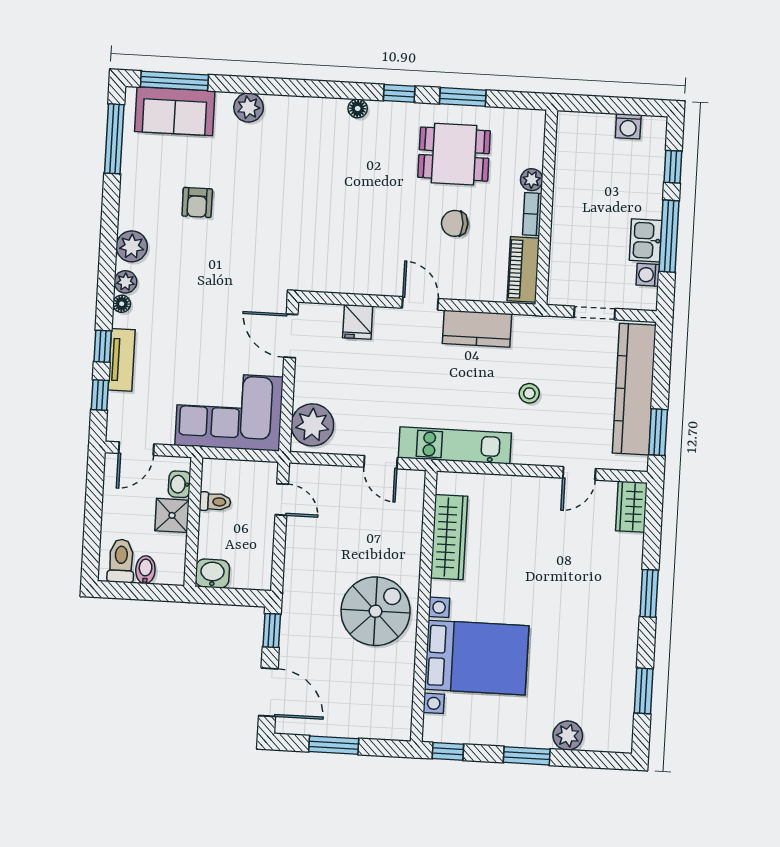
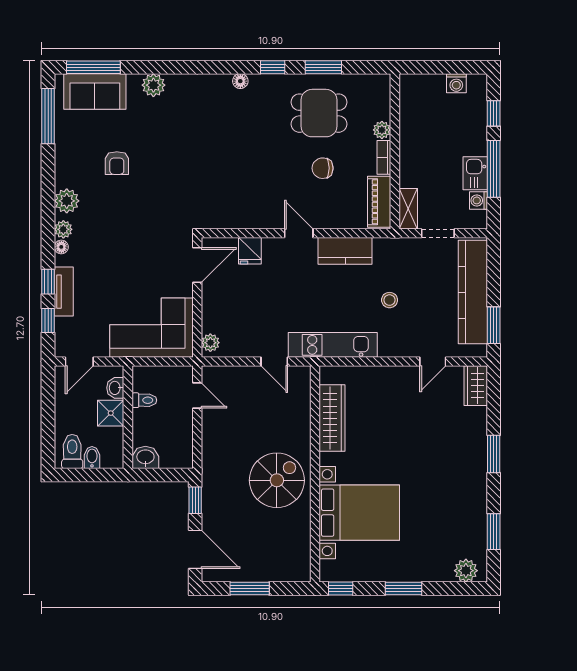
shelving: (559, 280) -> (408, 209), added
door: (291, 336) -> (197, 265), swing flipped
plant: (312, 425) -> (210, 343), width x0.53, depth x0.53
plant: (568, 736) -> (466, 571), moved

